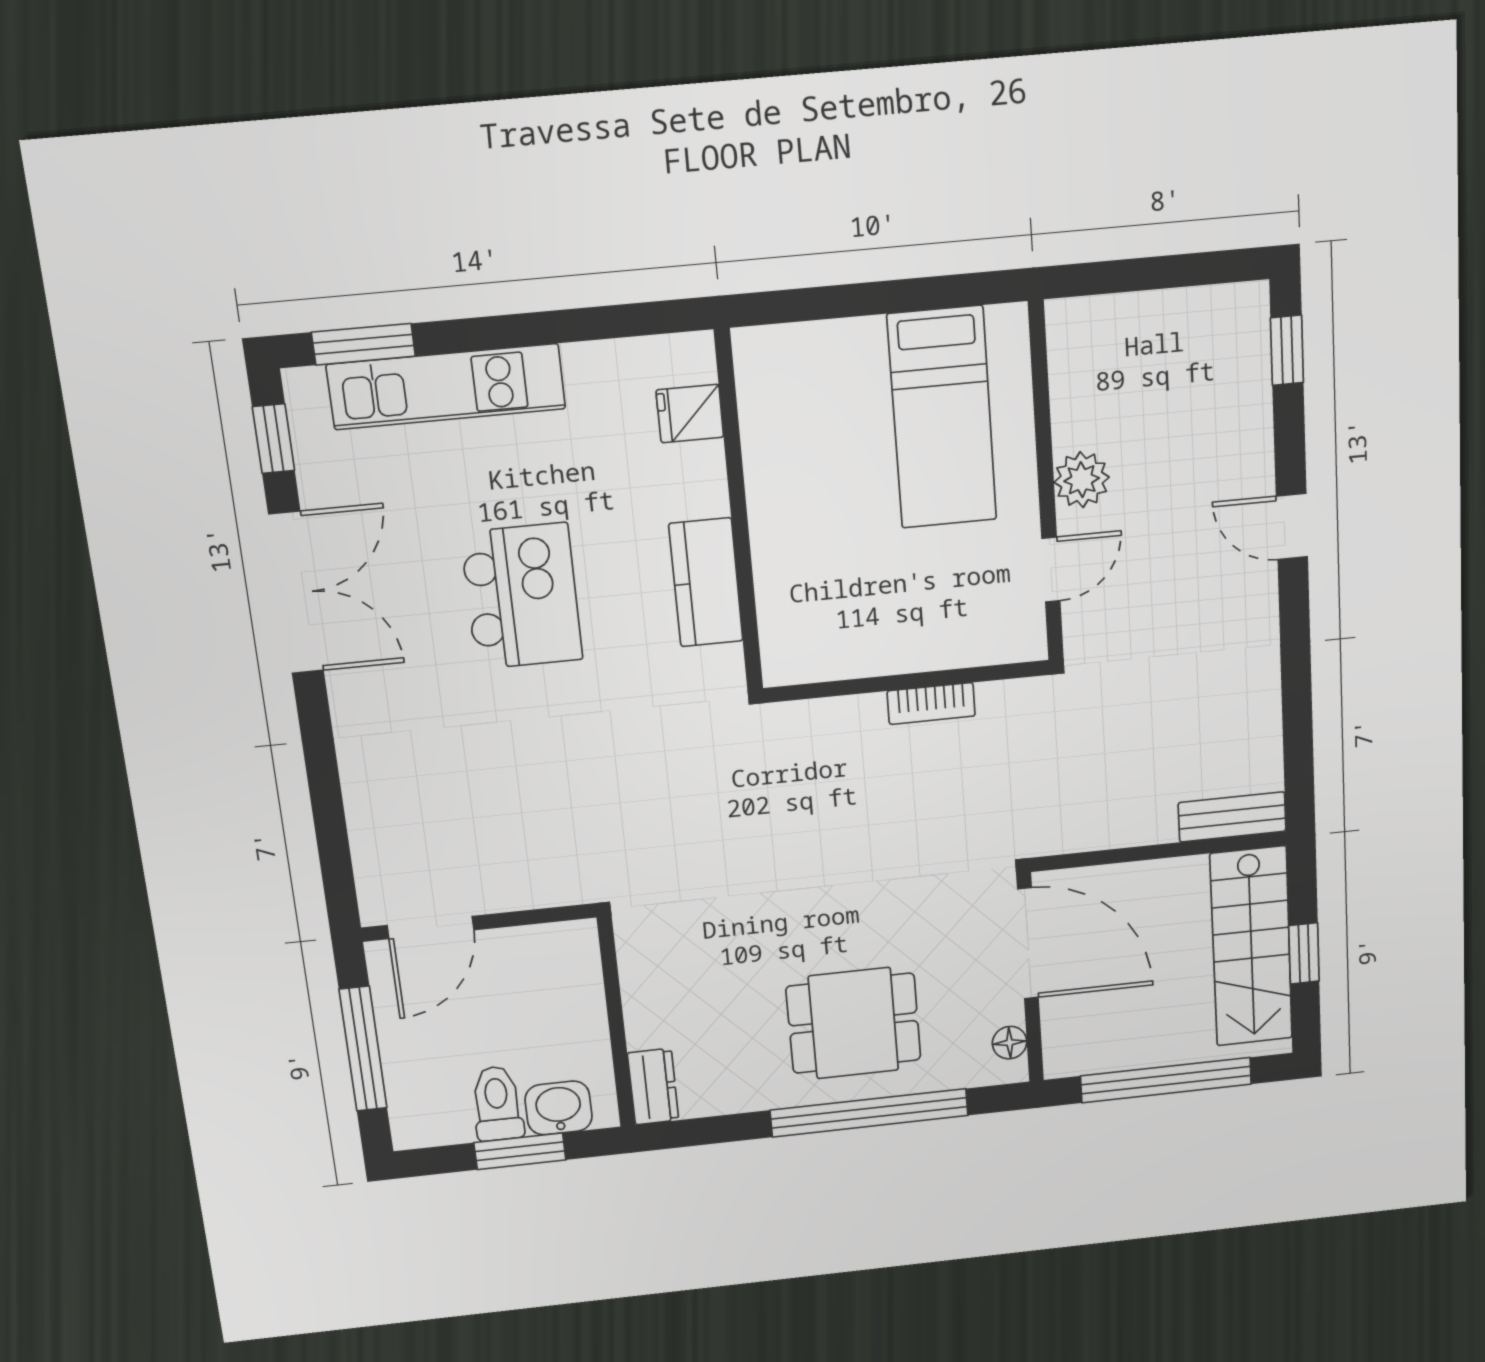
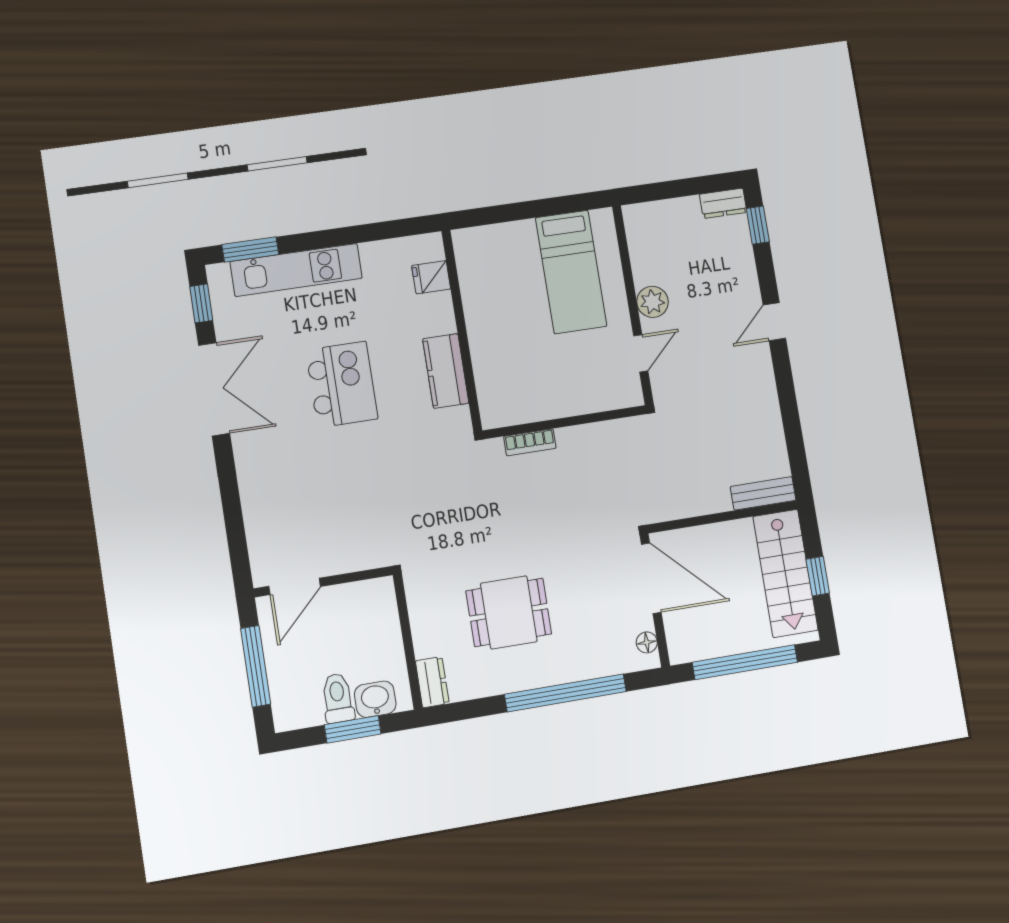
dresser: (1230, 306) -> (723, 203), added
door: (1292, 527) -> (774, 322), hinge flipped
bookcase: (931, 704) -> (530, 442), moved
dining table: (853, 1023) -> (509, 612), moved

